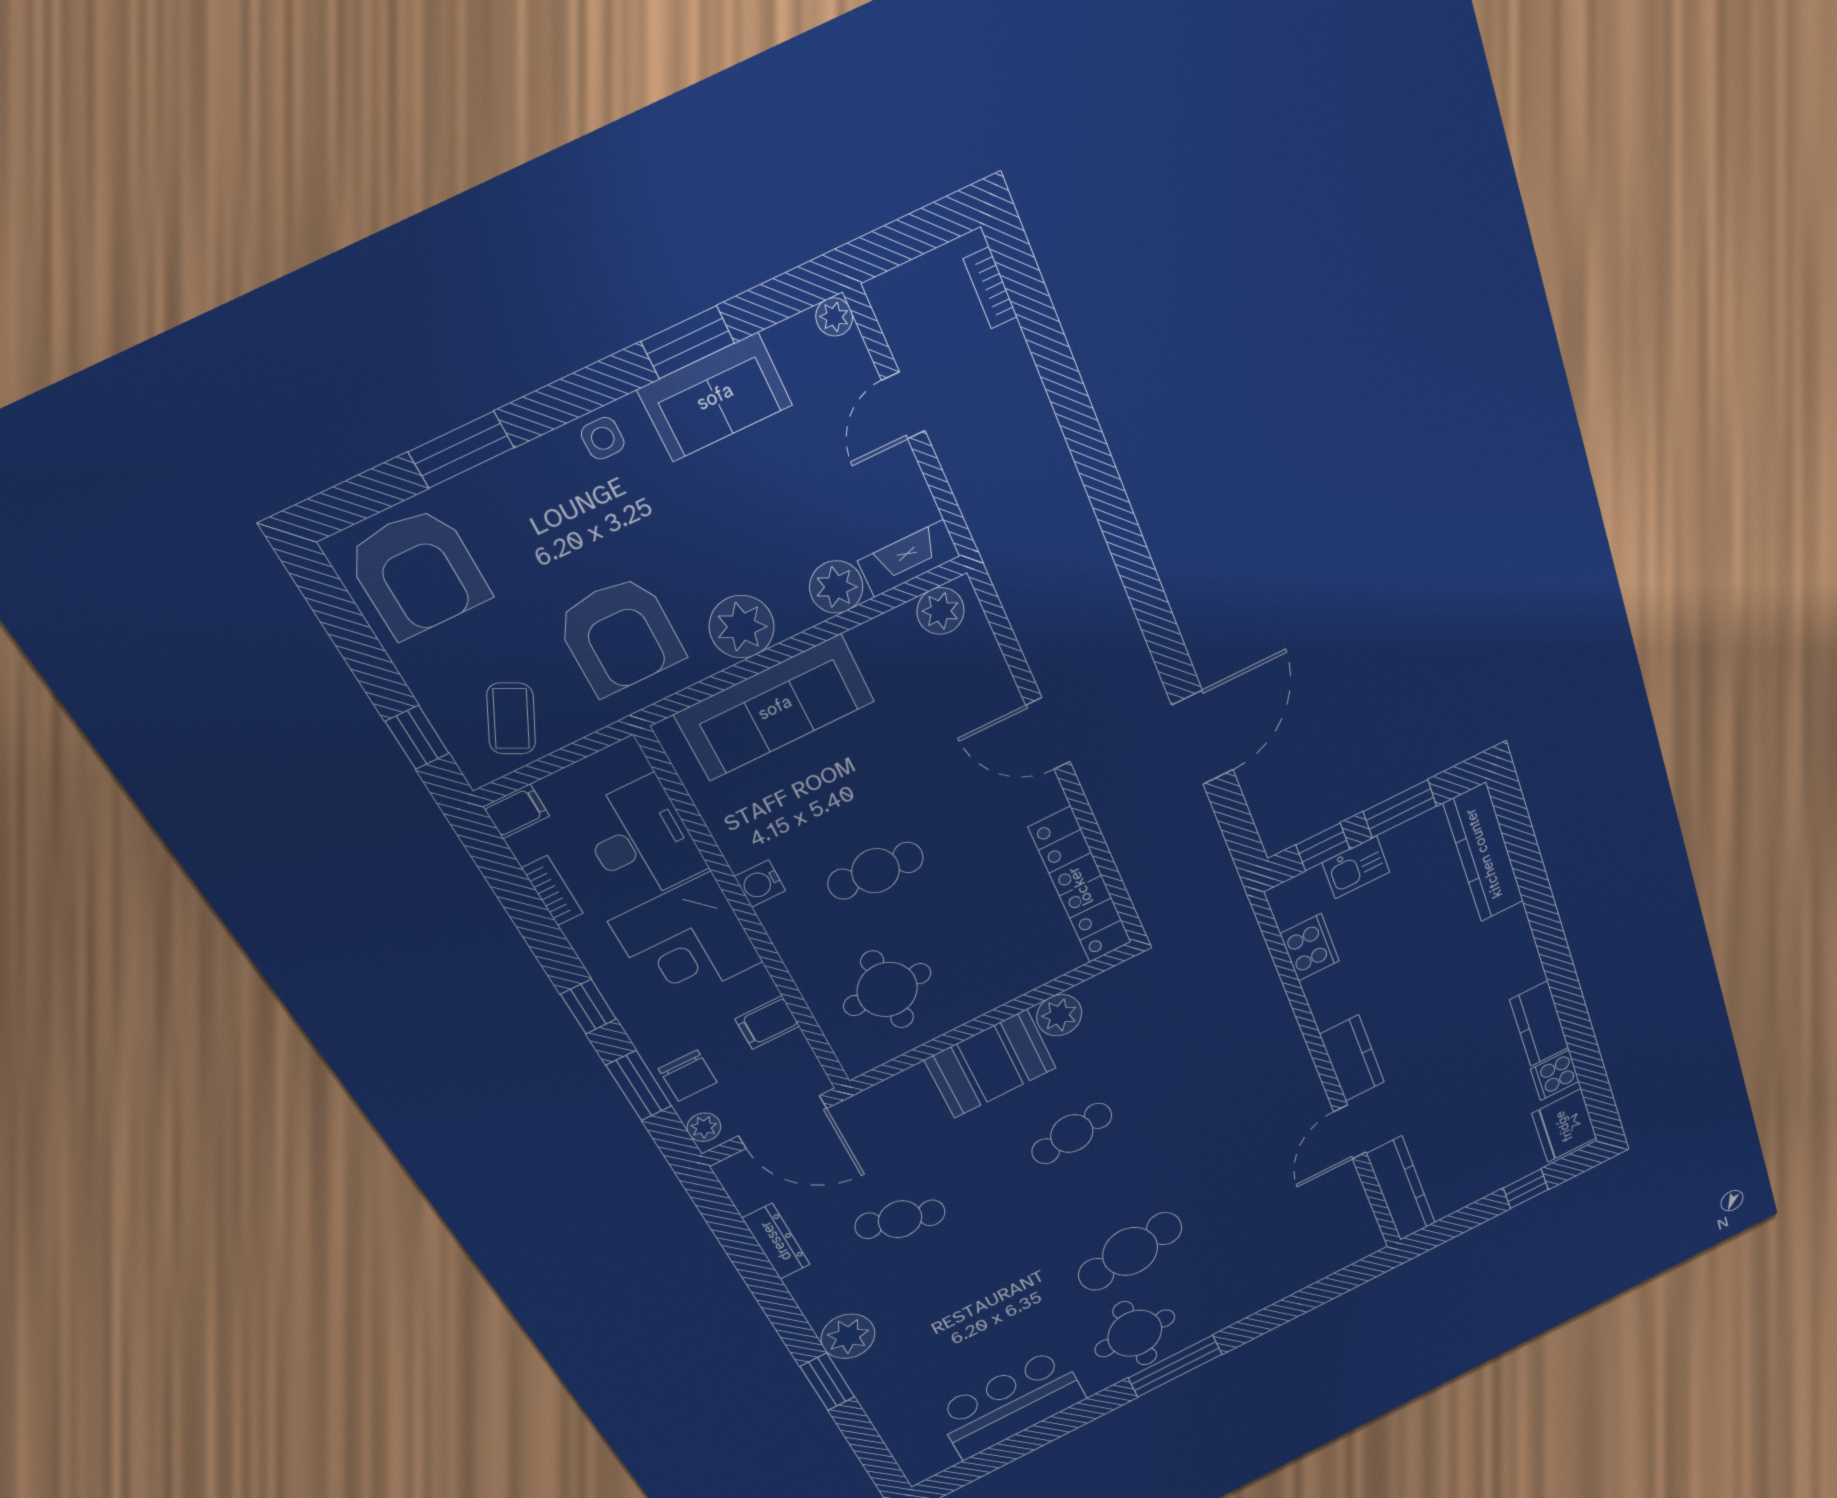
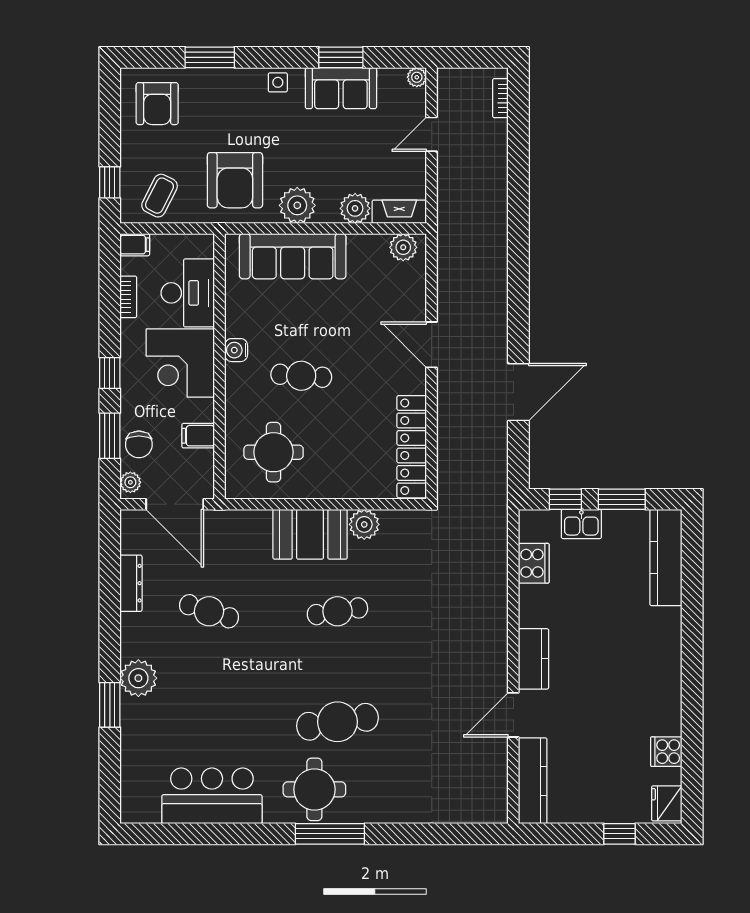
armchair: (418, 573) -> (157, 104), width x0.73, depth x0.73
kitchen counter: (1539, 1024) -> (667, 704), removed
fridge: (1564, 1126) -> (667, 803), width x0.73, depth x0.75

